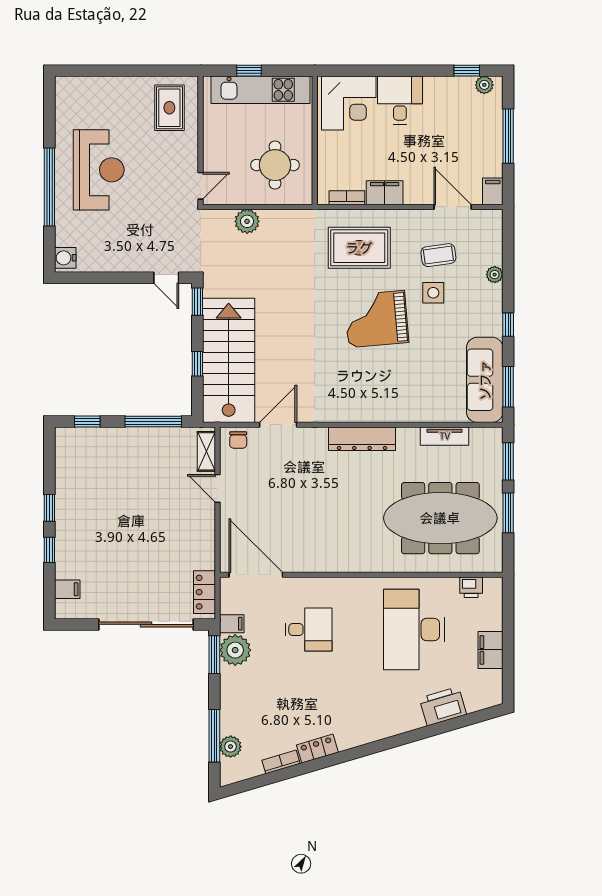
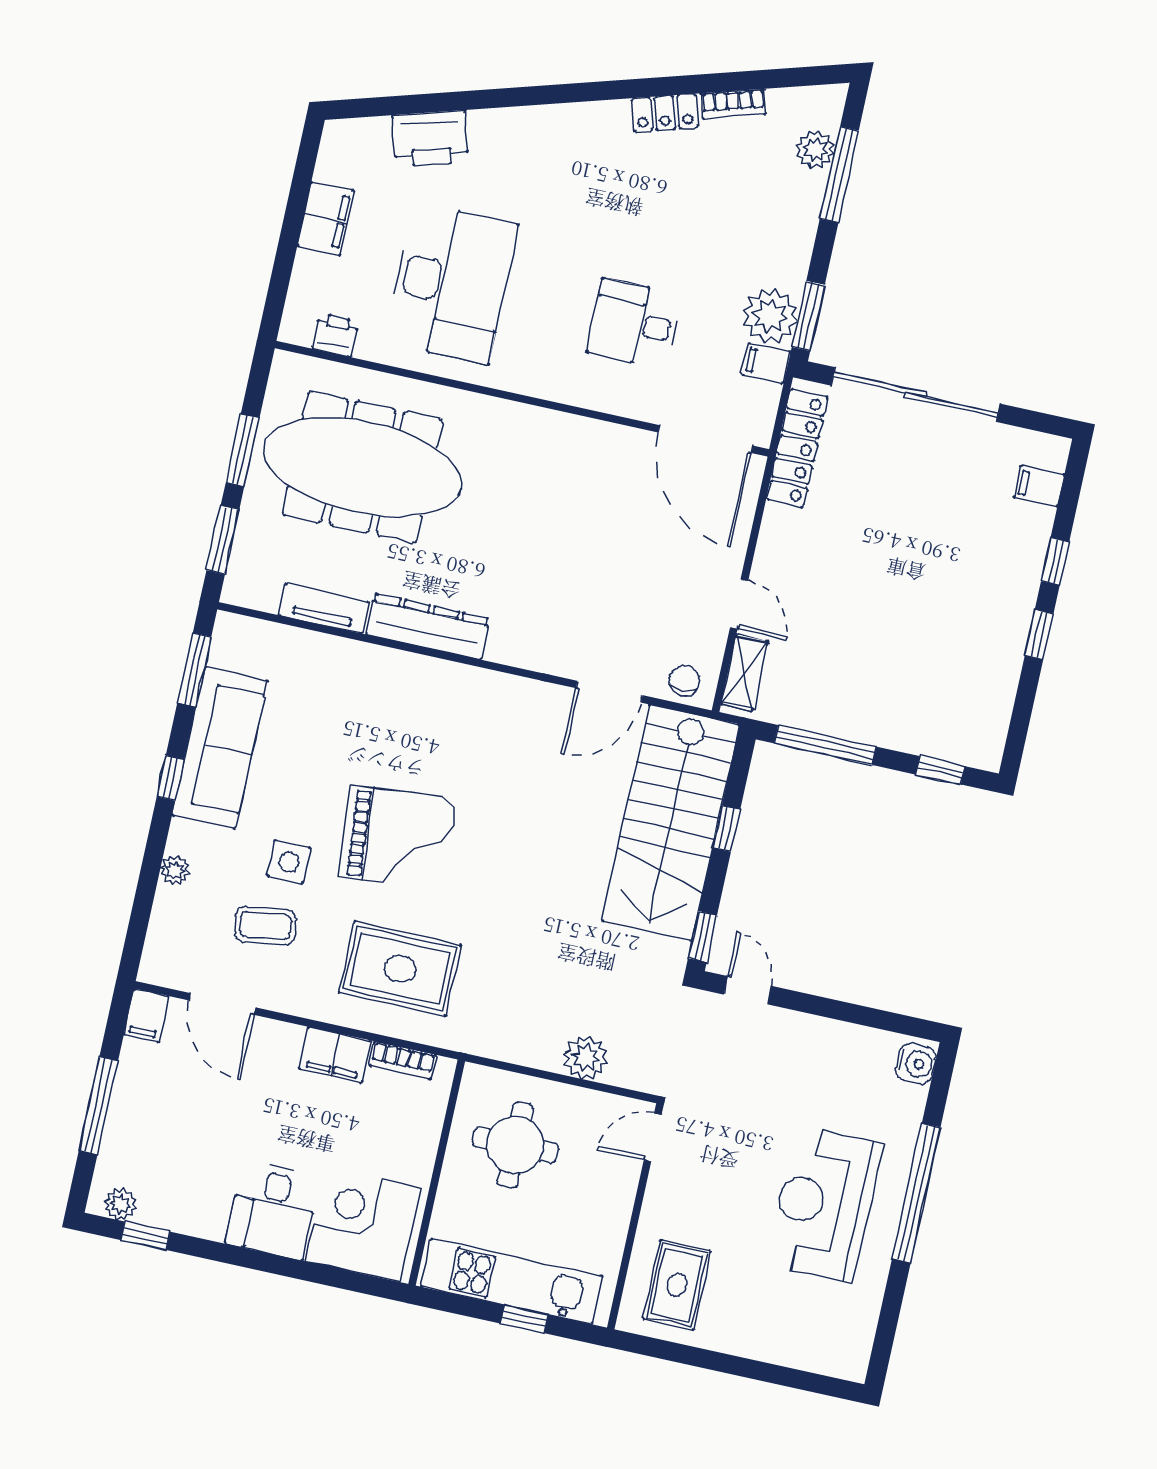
sofa: (485, 380) -> (220, 748), moved
dresser: (362, 439) -> (428, 626), moved
locker: (205, 592) -> (797, 448), width x1.53

